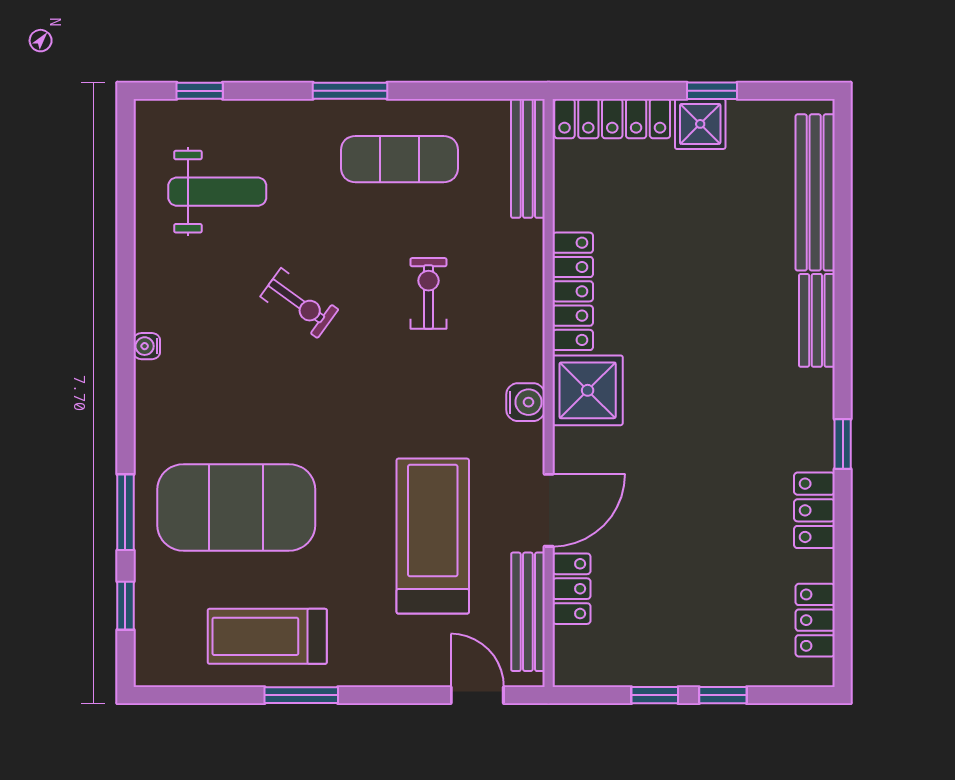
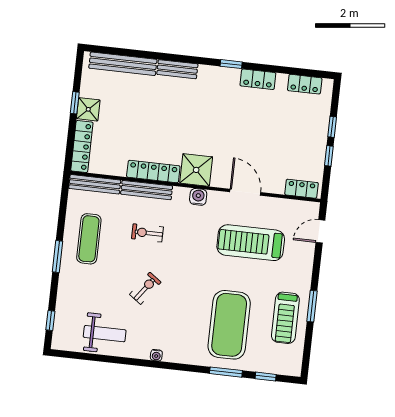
weight bench: (217, 192) -> (105, 334), moved, turned 90
locker: (571, 589) -> (302, 189), moved
bench: (528, 612) -> (147, 190), moved

